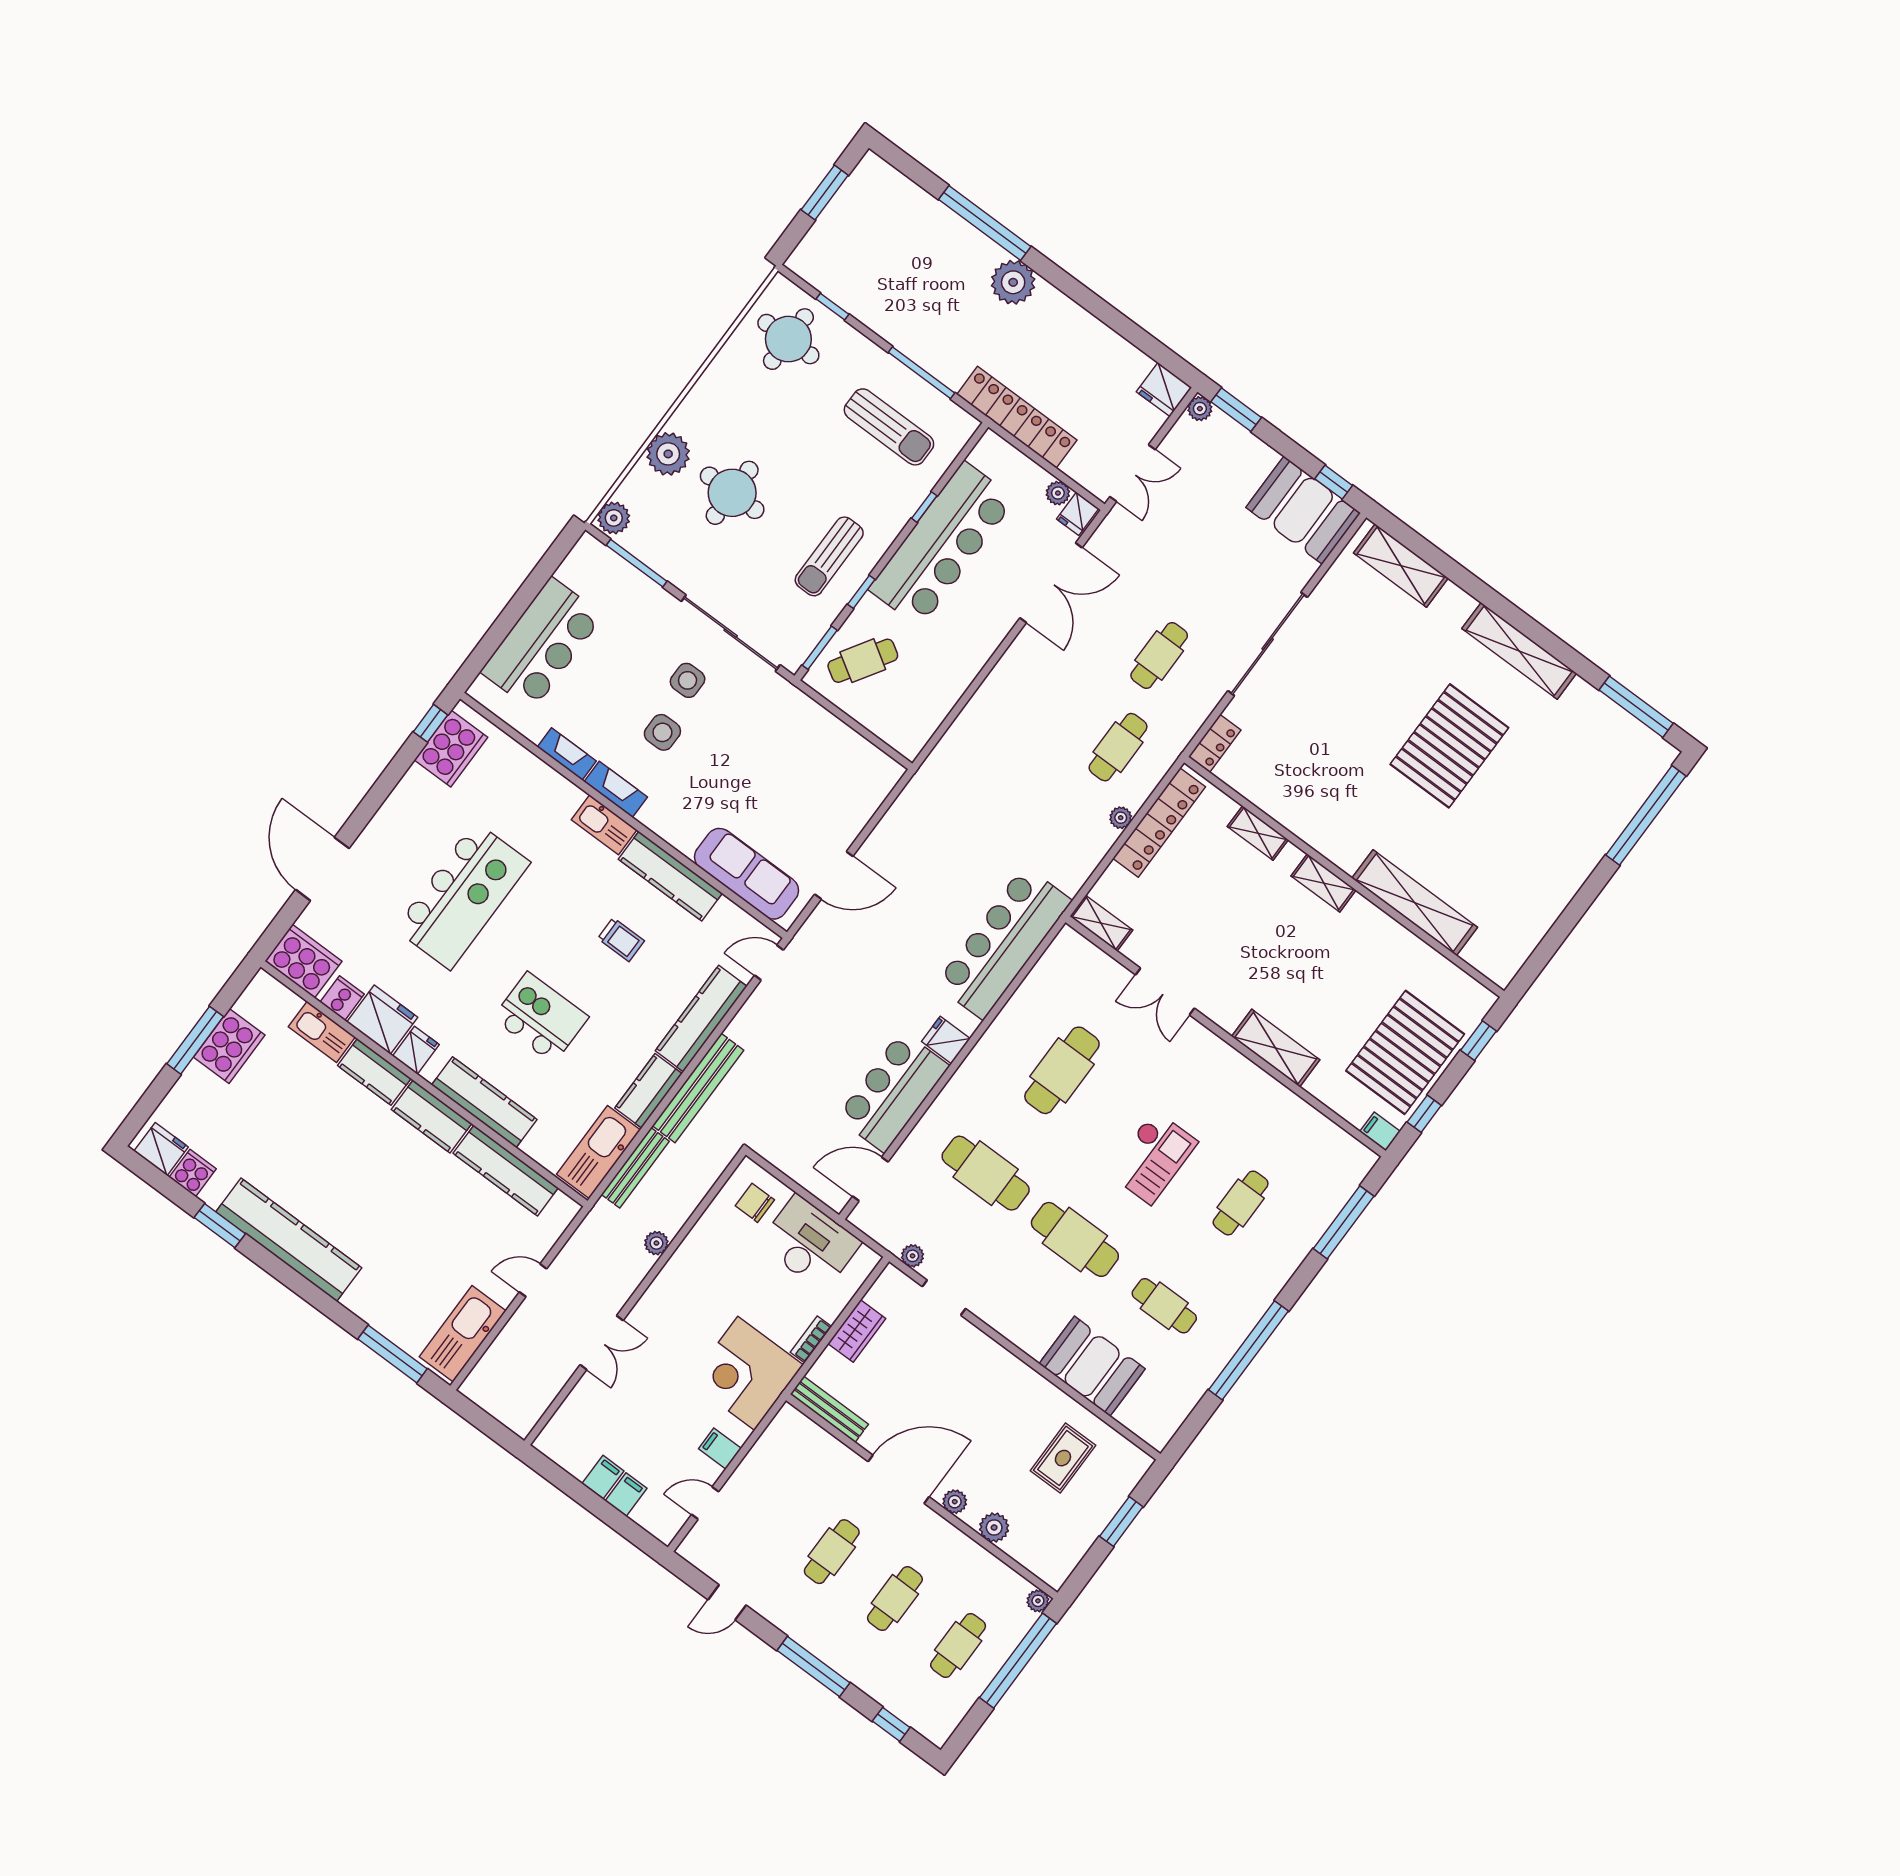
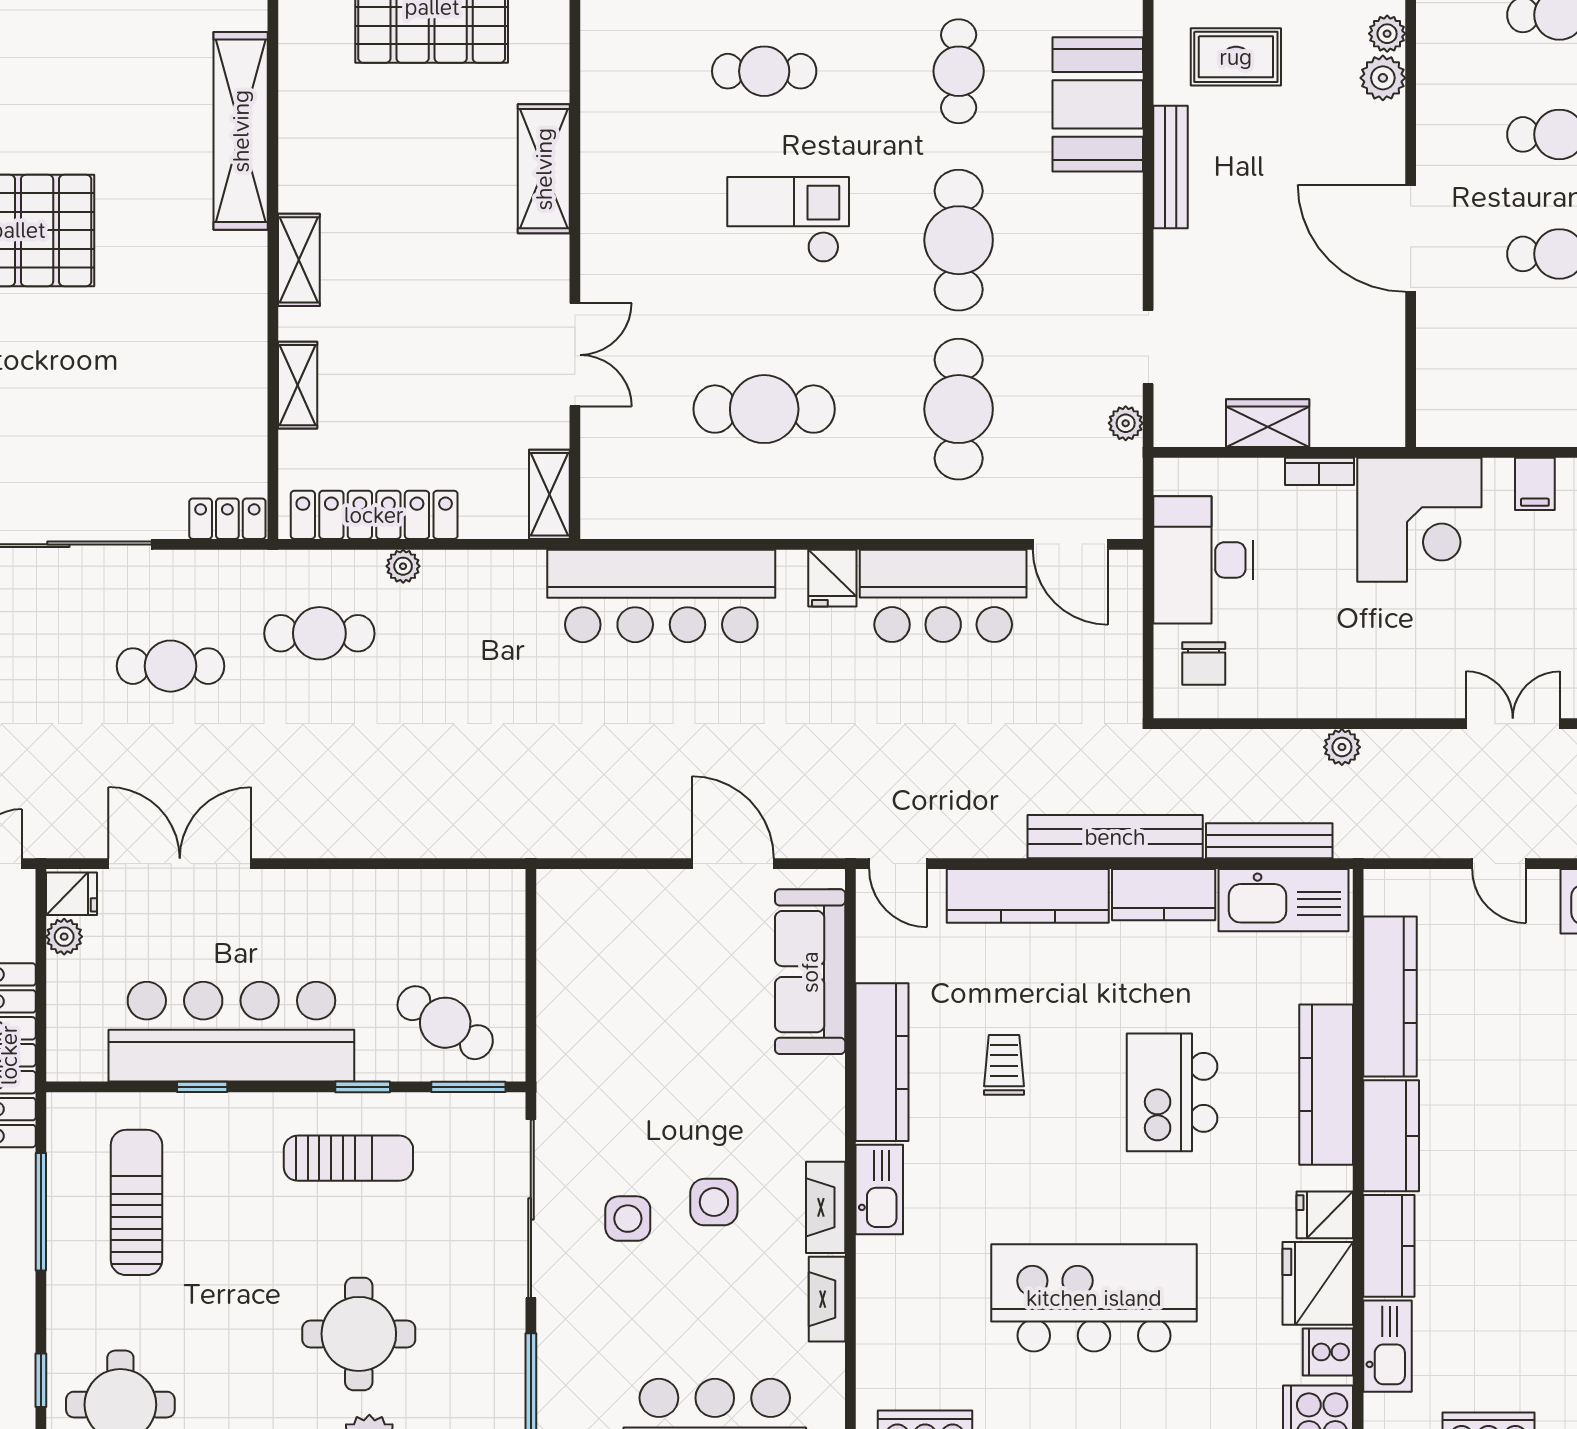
bench: (829, 1409) -> (1170, 167), moved
plant: (955, 1502) -> (1387, 34), moved

